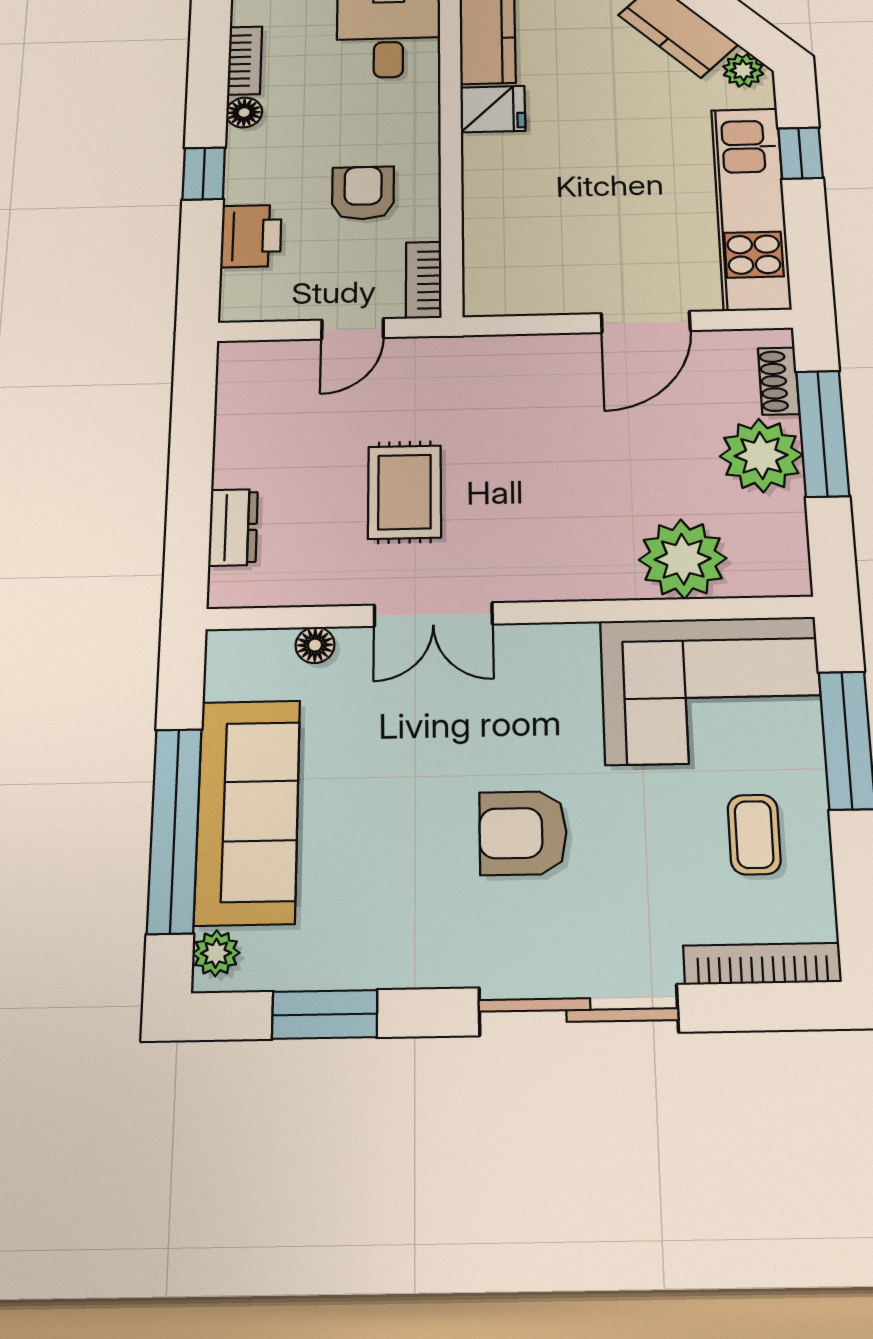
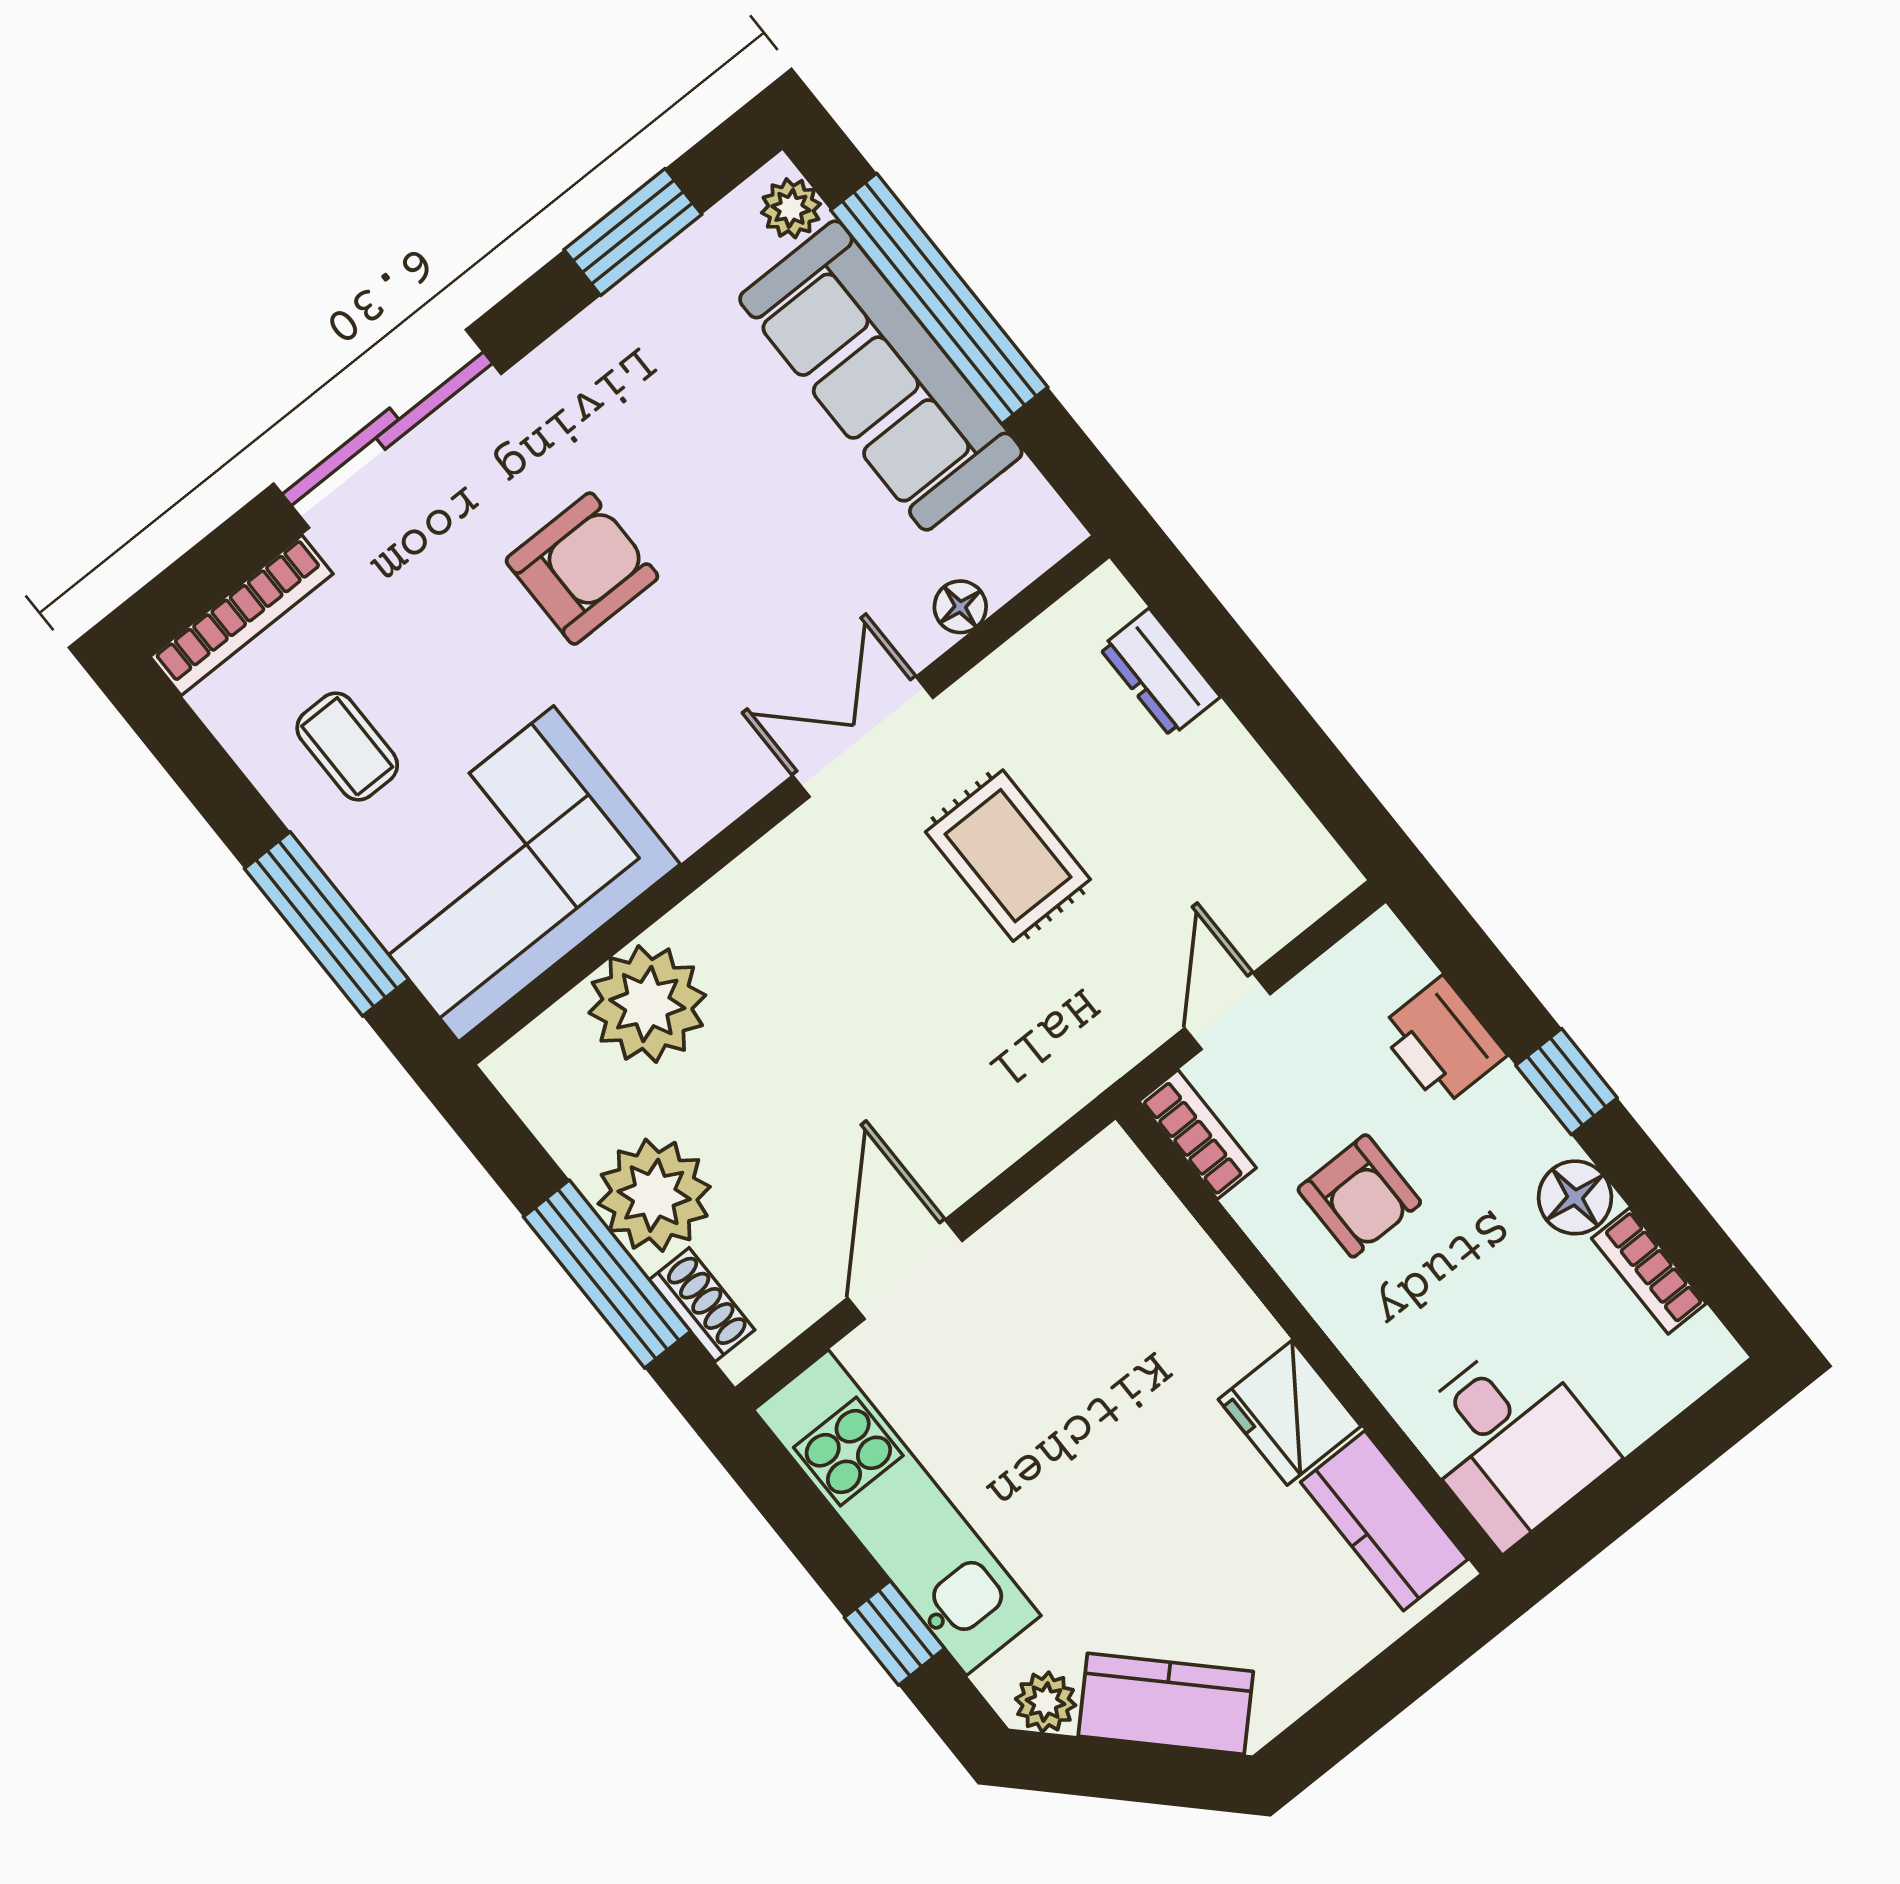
fridge: (493, 109) -> (1290, 1413), width x1.38
floor lamp: (244, 113) -> (1575, 1197), width x1.37, depth x1.37

